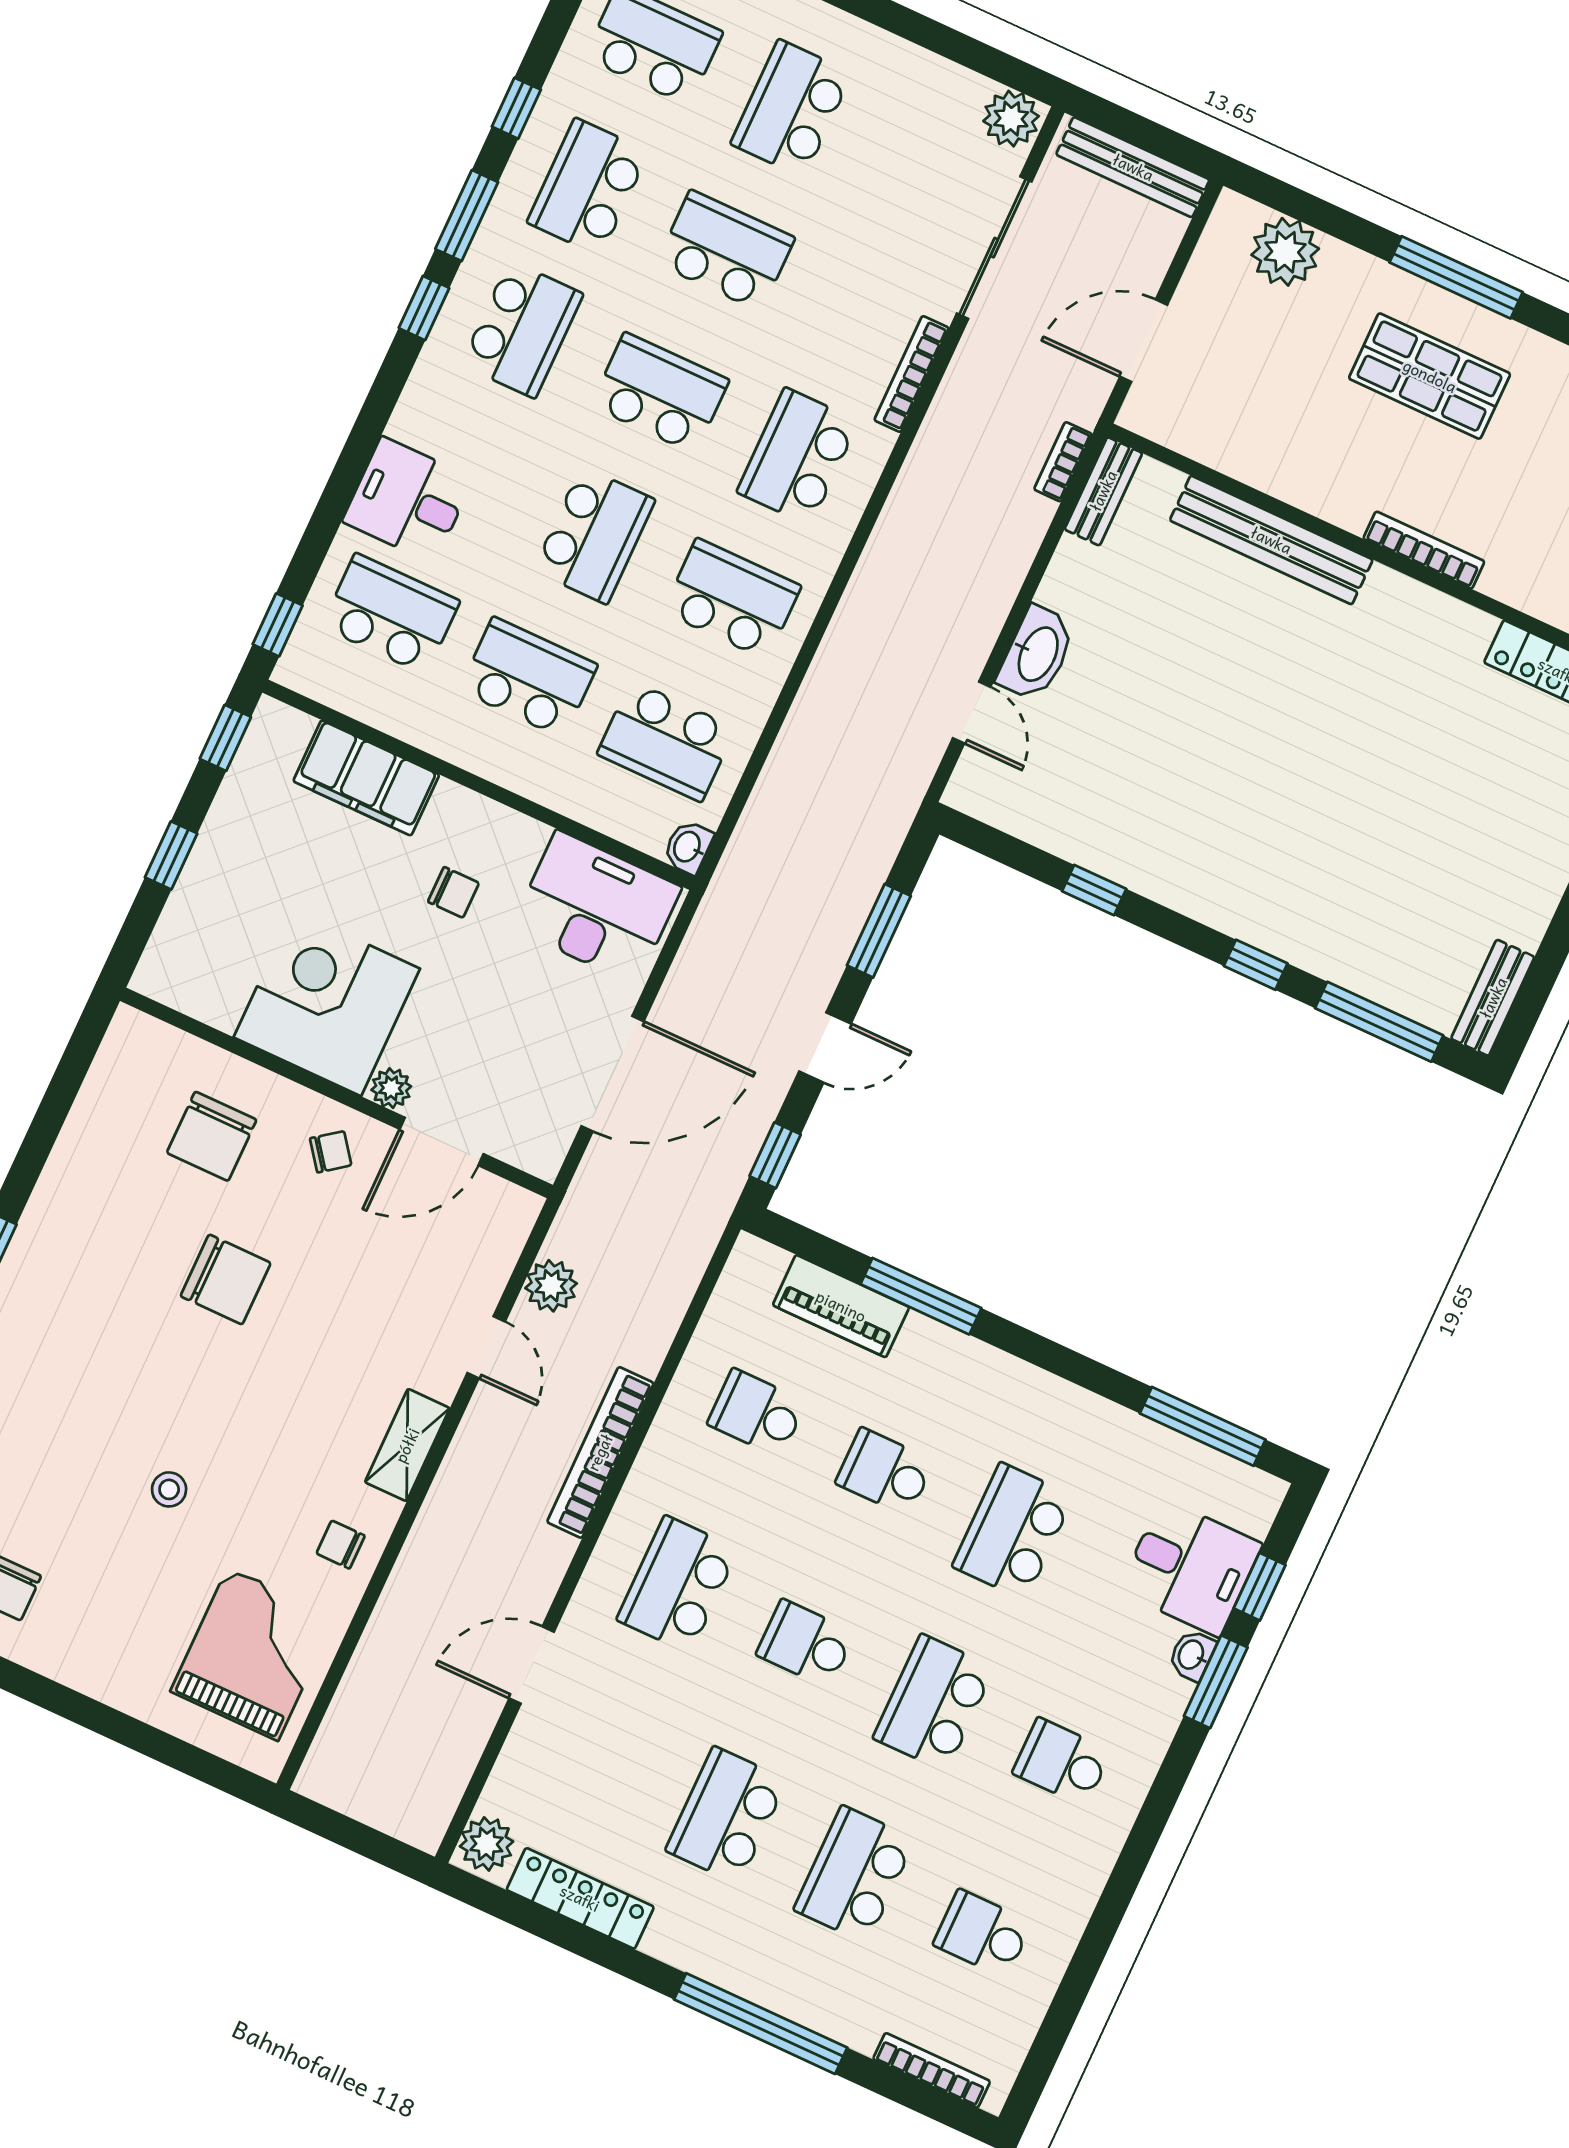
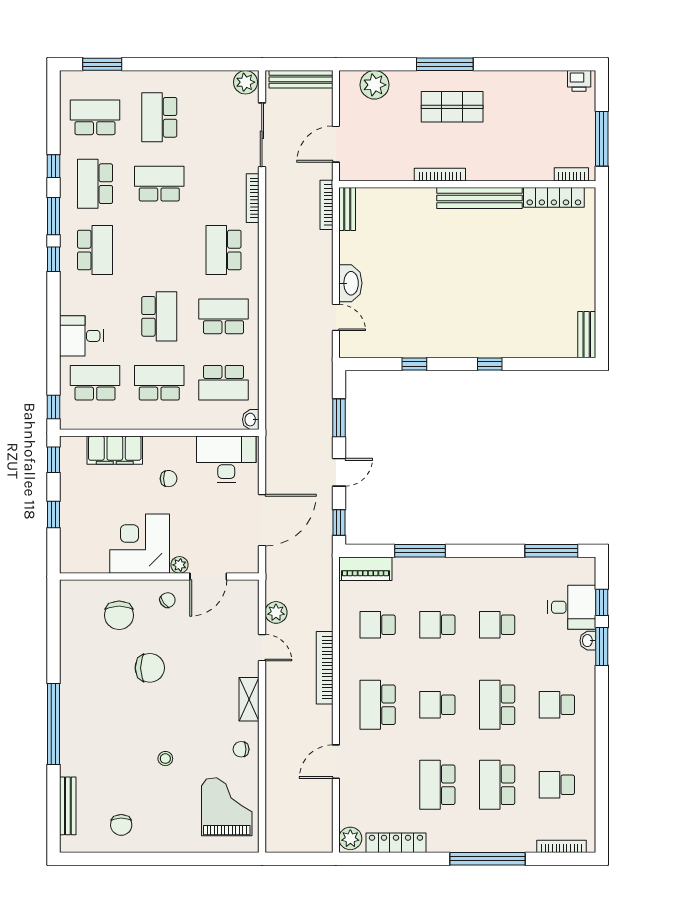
school desk: (660, 393) -> (159, 250), removed
bookcase: (1063, 462) -> (326, 205), width x1.56
bench: (1271, 540) -> (480, 198), moved
bookcase: (1424, 550) -> (440, 175), moved
window: (1379, 1022) -> (547, 364), removed
piano: (841, 1306) -> (365, 569), moved
school desk: (1013, 1531) -> (497, 625), width x0.54

